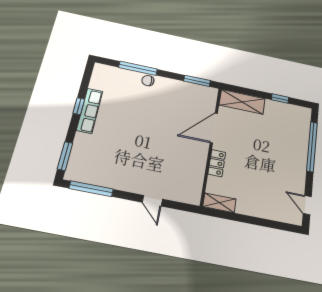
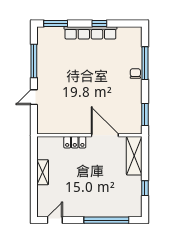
row of seats: (90, 111) -> (90, 33), width x1.36
window: (91, 189) -> (34, 61), moved
shelving: (219, 203) -> (43, 172), moved

